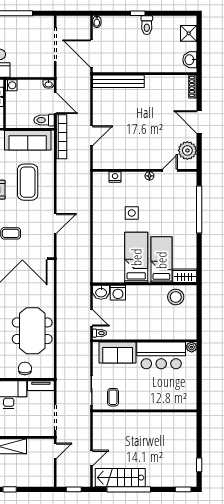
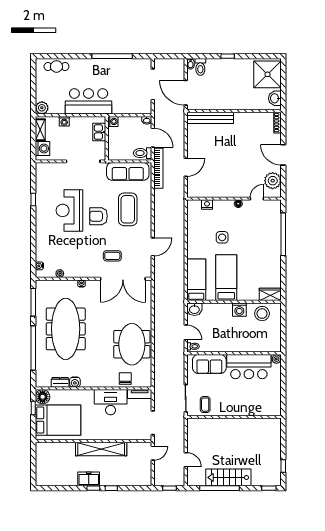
toilet: (147, 25) -> (200, 67), moved
shower: (189, 33) -> (268, 74), width x1.86, depth x1.86
bed: (161, 260) -> (196, 280), moved
washing machine: (118, 293) -> (239, 310), moved
door: (92, 458) -> (186, 460), hinge flipped
stairs: (120, 478) -> (228, 477), moved

